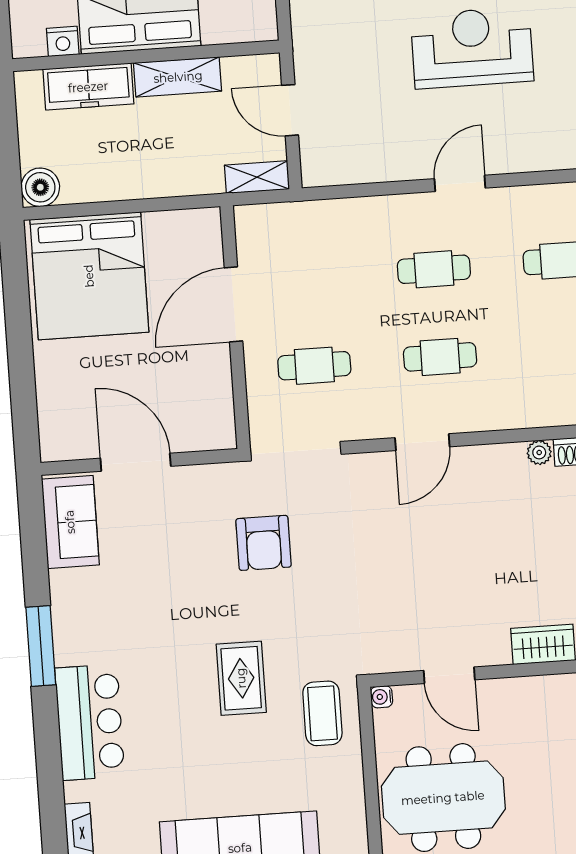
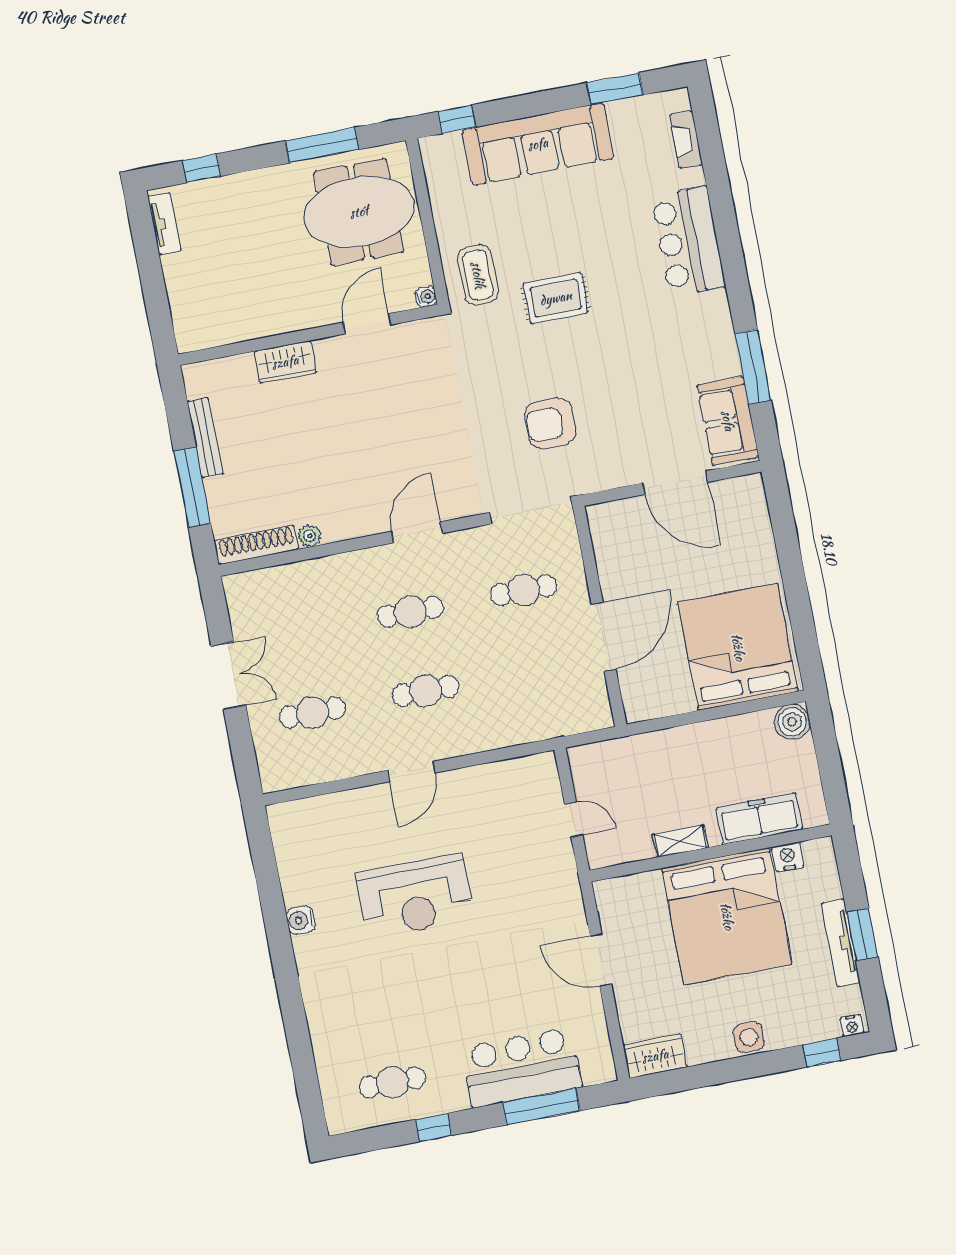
shelving: (178, 77) -> (680, 841), width x0.67, depth x0.75
door: (290, 110) -> (574, 819), width x0.73
shelving: (257, 177) -> (596, 755), removed
armchair: (263, 543) -> (550, 423), turned -90
window: (41, 646) -> (753, 367), moved
door: (449, 675) -> (367, 324), hinge flipped
rug: (241, 678) -> (556, 298), turned 90

